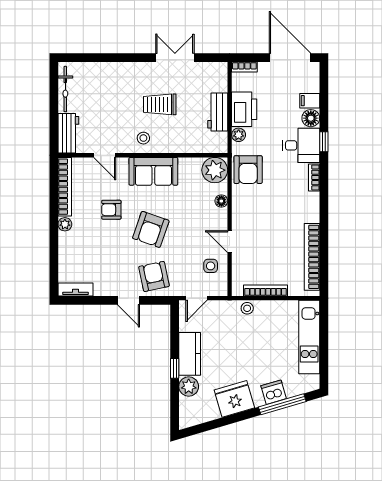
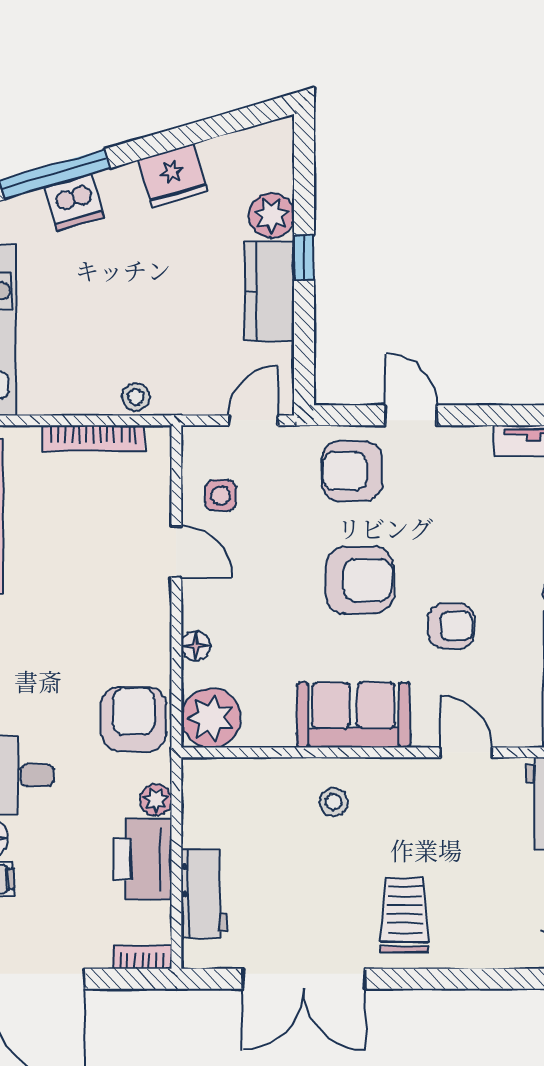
double door: (175, 58) -> (304, 979), width x1.37
trolley: (160, 104) -> (405, 915), moved, turned -90
workbench: (218, 112) -> (204, 894), moved
stool: (143, 138) -> (334, 802), moved
armchair: (151, 229) -> (359, 580), turned 71
armchair: (154, 276) -> (352, 471), turned 102
fridge: (234, 399) -> (173, 175), width x0.73, depth x0.75

